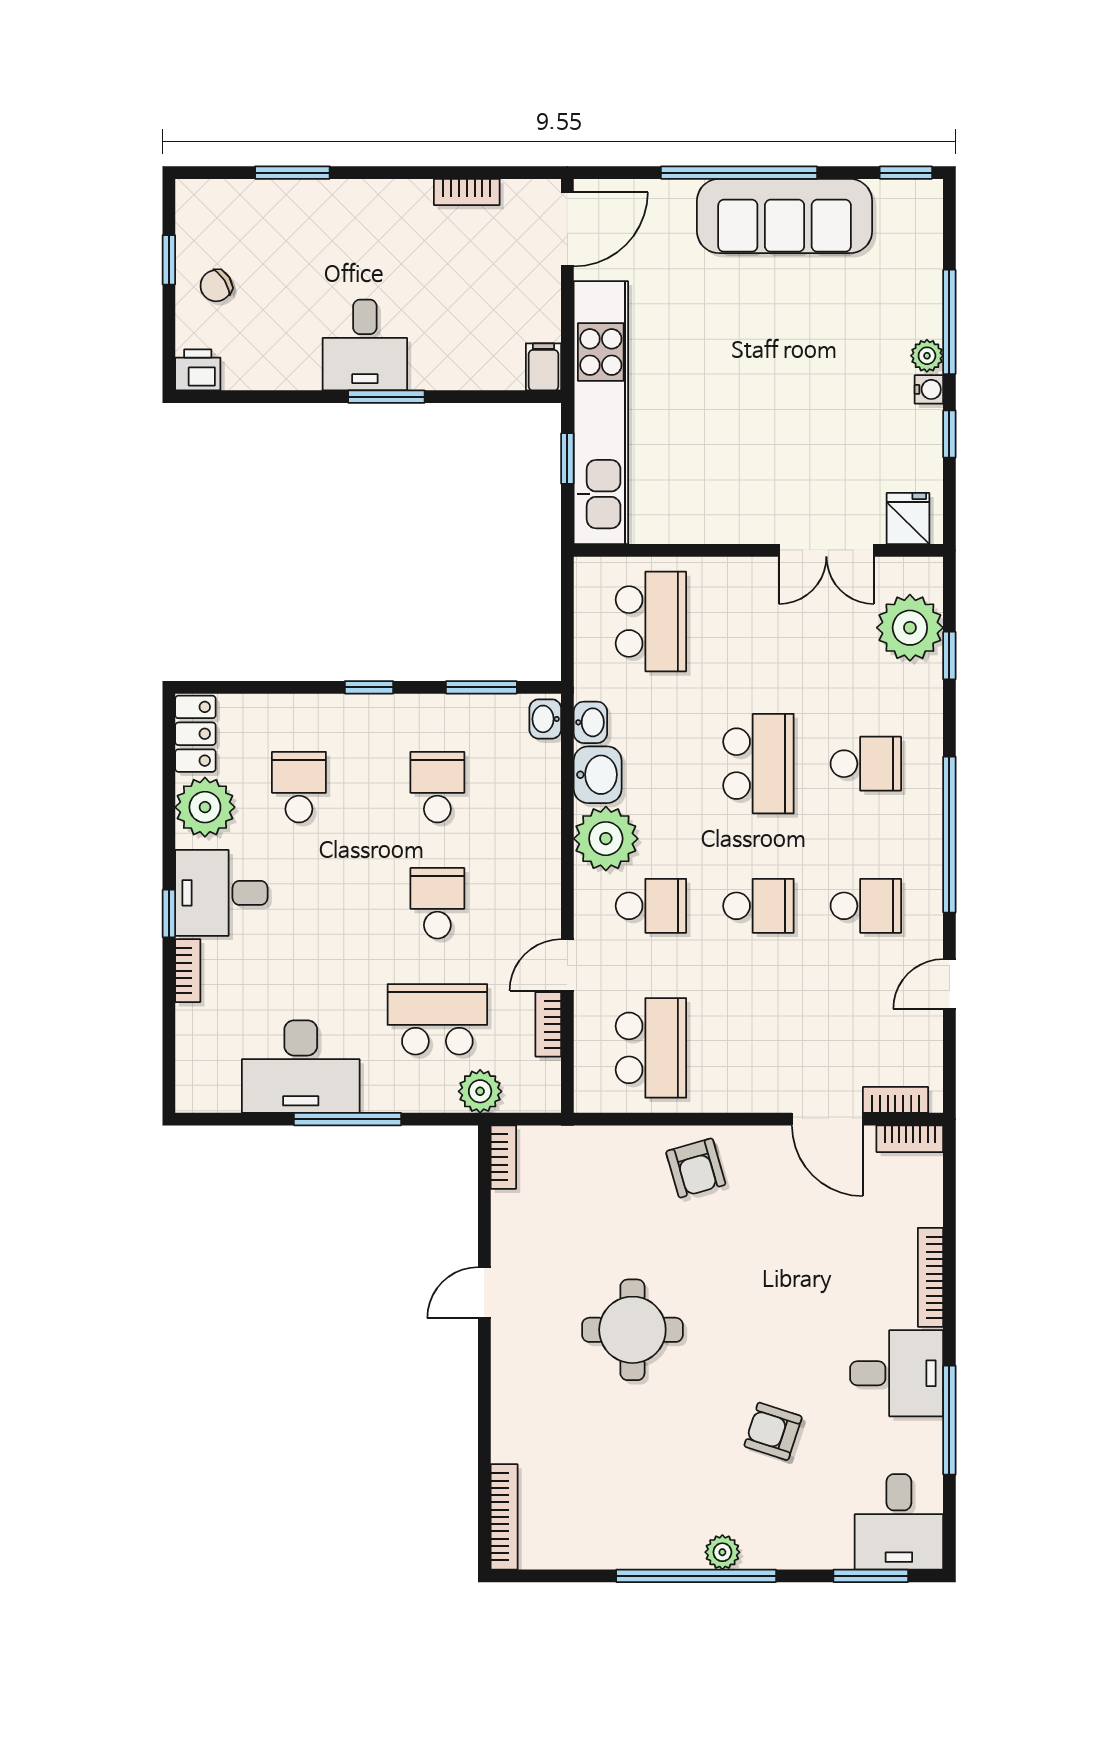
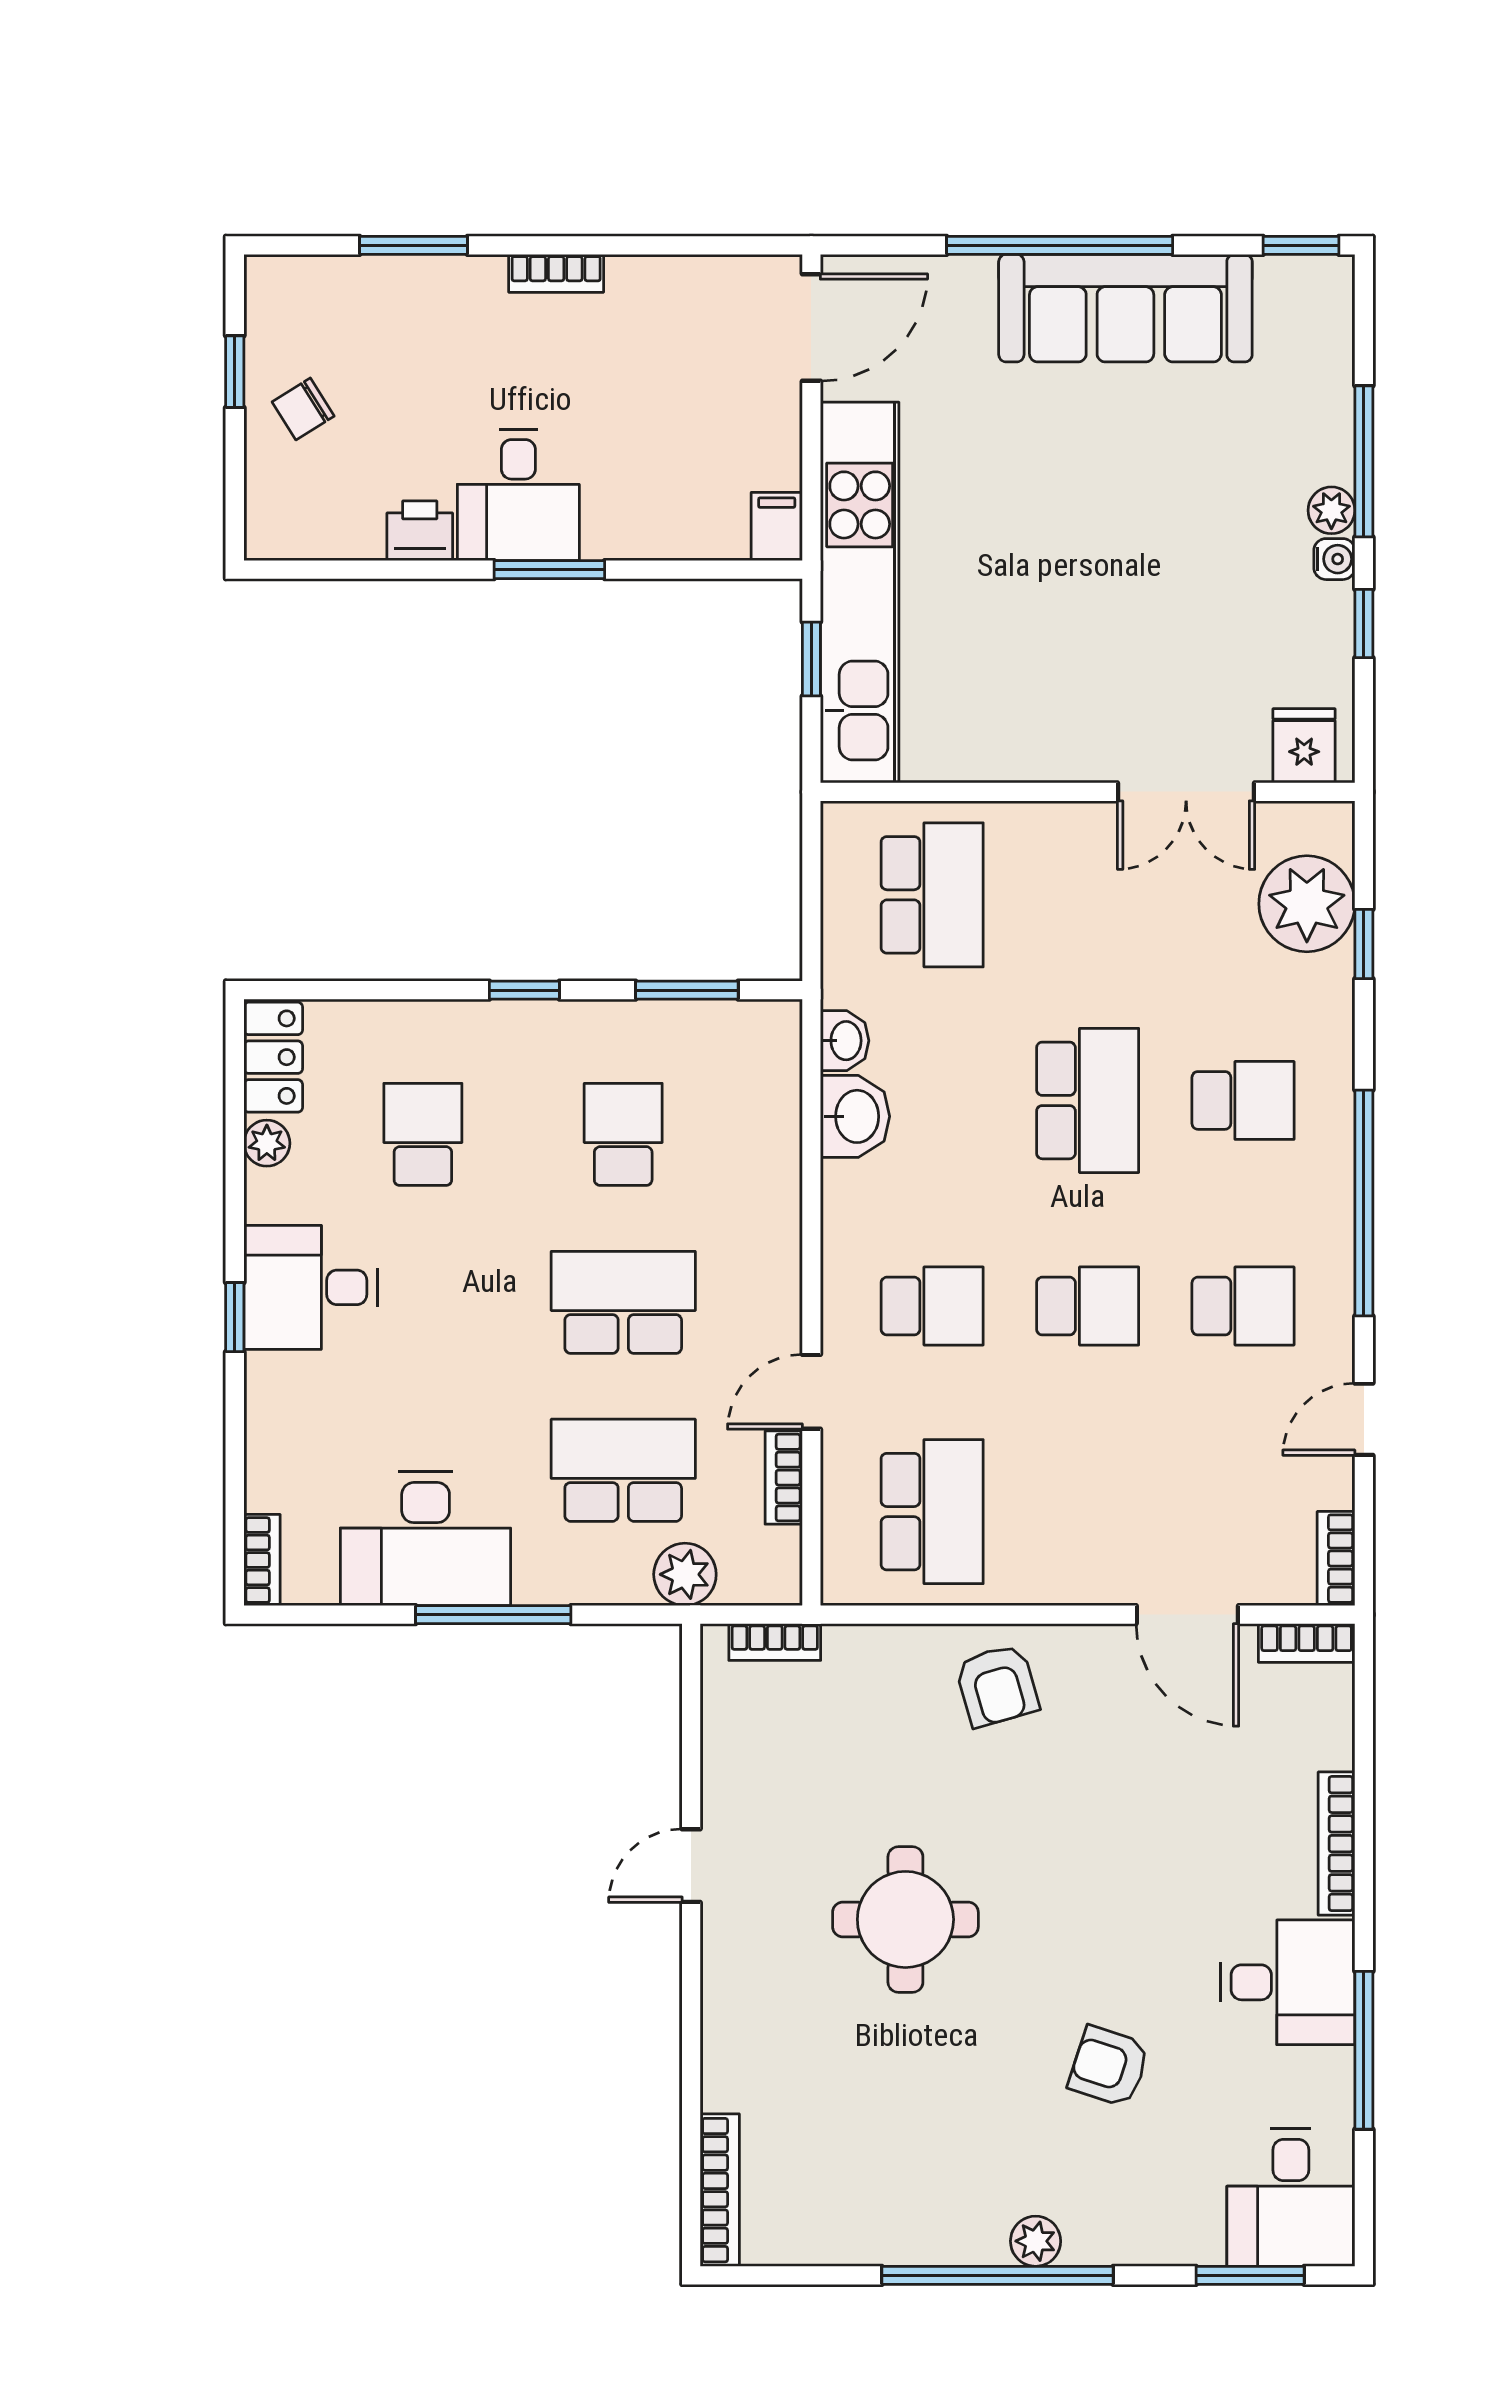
bookcase: (467, 192) -> (556, 273), moved
printer: (198, 370) -> (420, 531), moved
washbasin: (545, 719) -> (779, 1036), removed
plant: (205, 807) -> (267, 1143), width x0.53, depth x0.53
plant: (606, 839) -> (867, 1209), removed
school desk: (437, 903) -> (623, 1302), width x1.85
bookcase: (188, 971) -> (262, 1560), moved
bookcase: (895, 1100) -> (1336, 1559), moved, turned -90
bookcase: (503, 1157) -> (775, 1642), moved, turned 90

